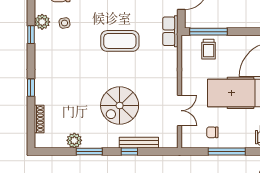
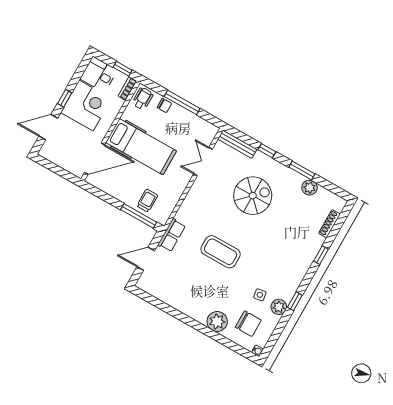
chair: (212, 132) -> (164, 105), moved
bench: (139, 143) -> (237, 144), moved

